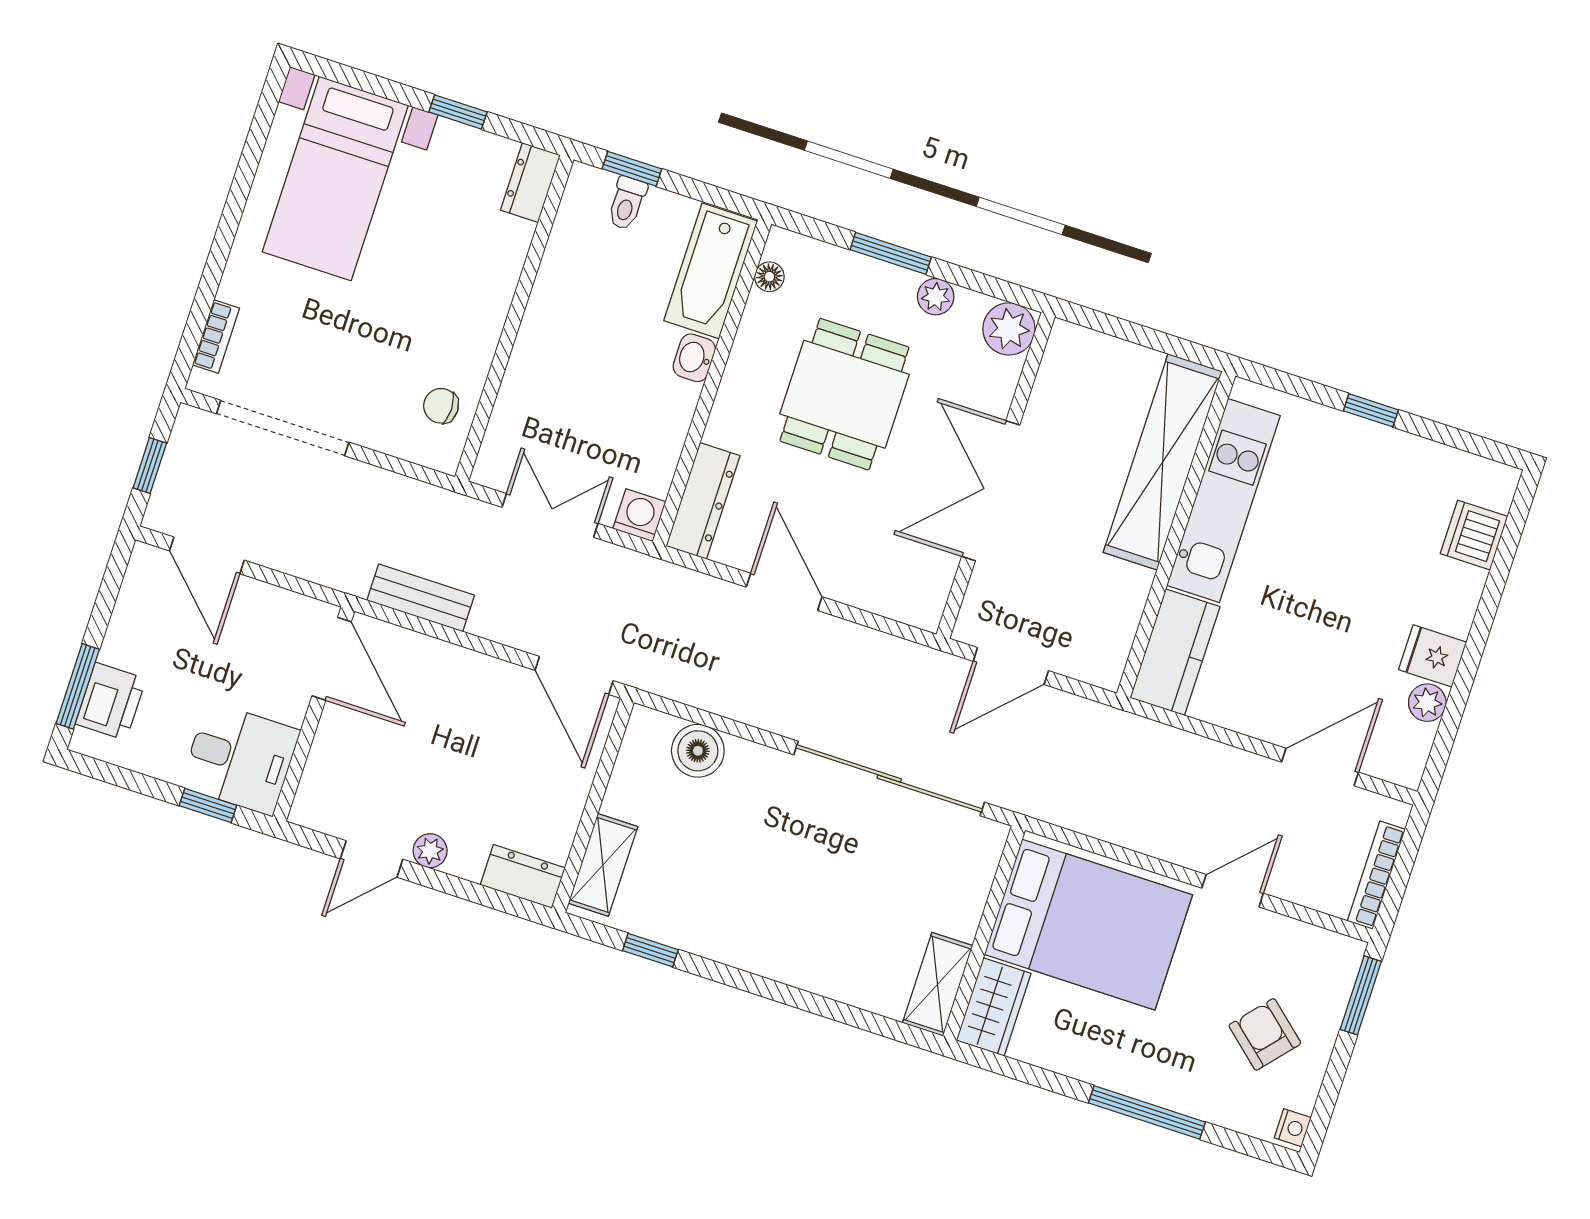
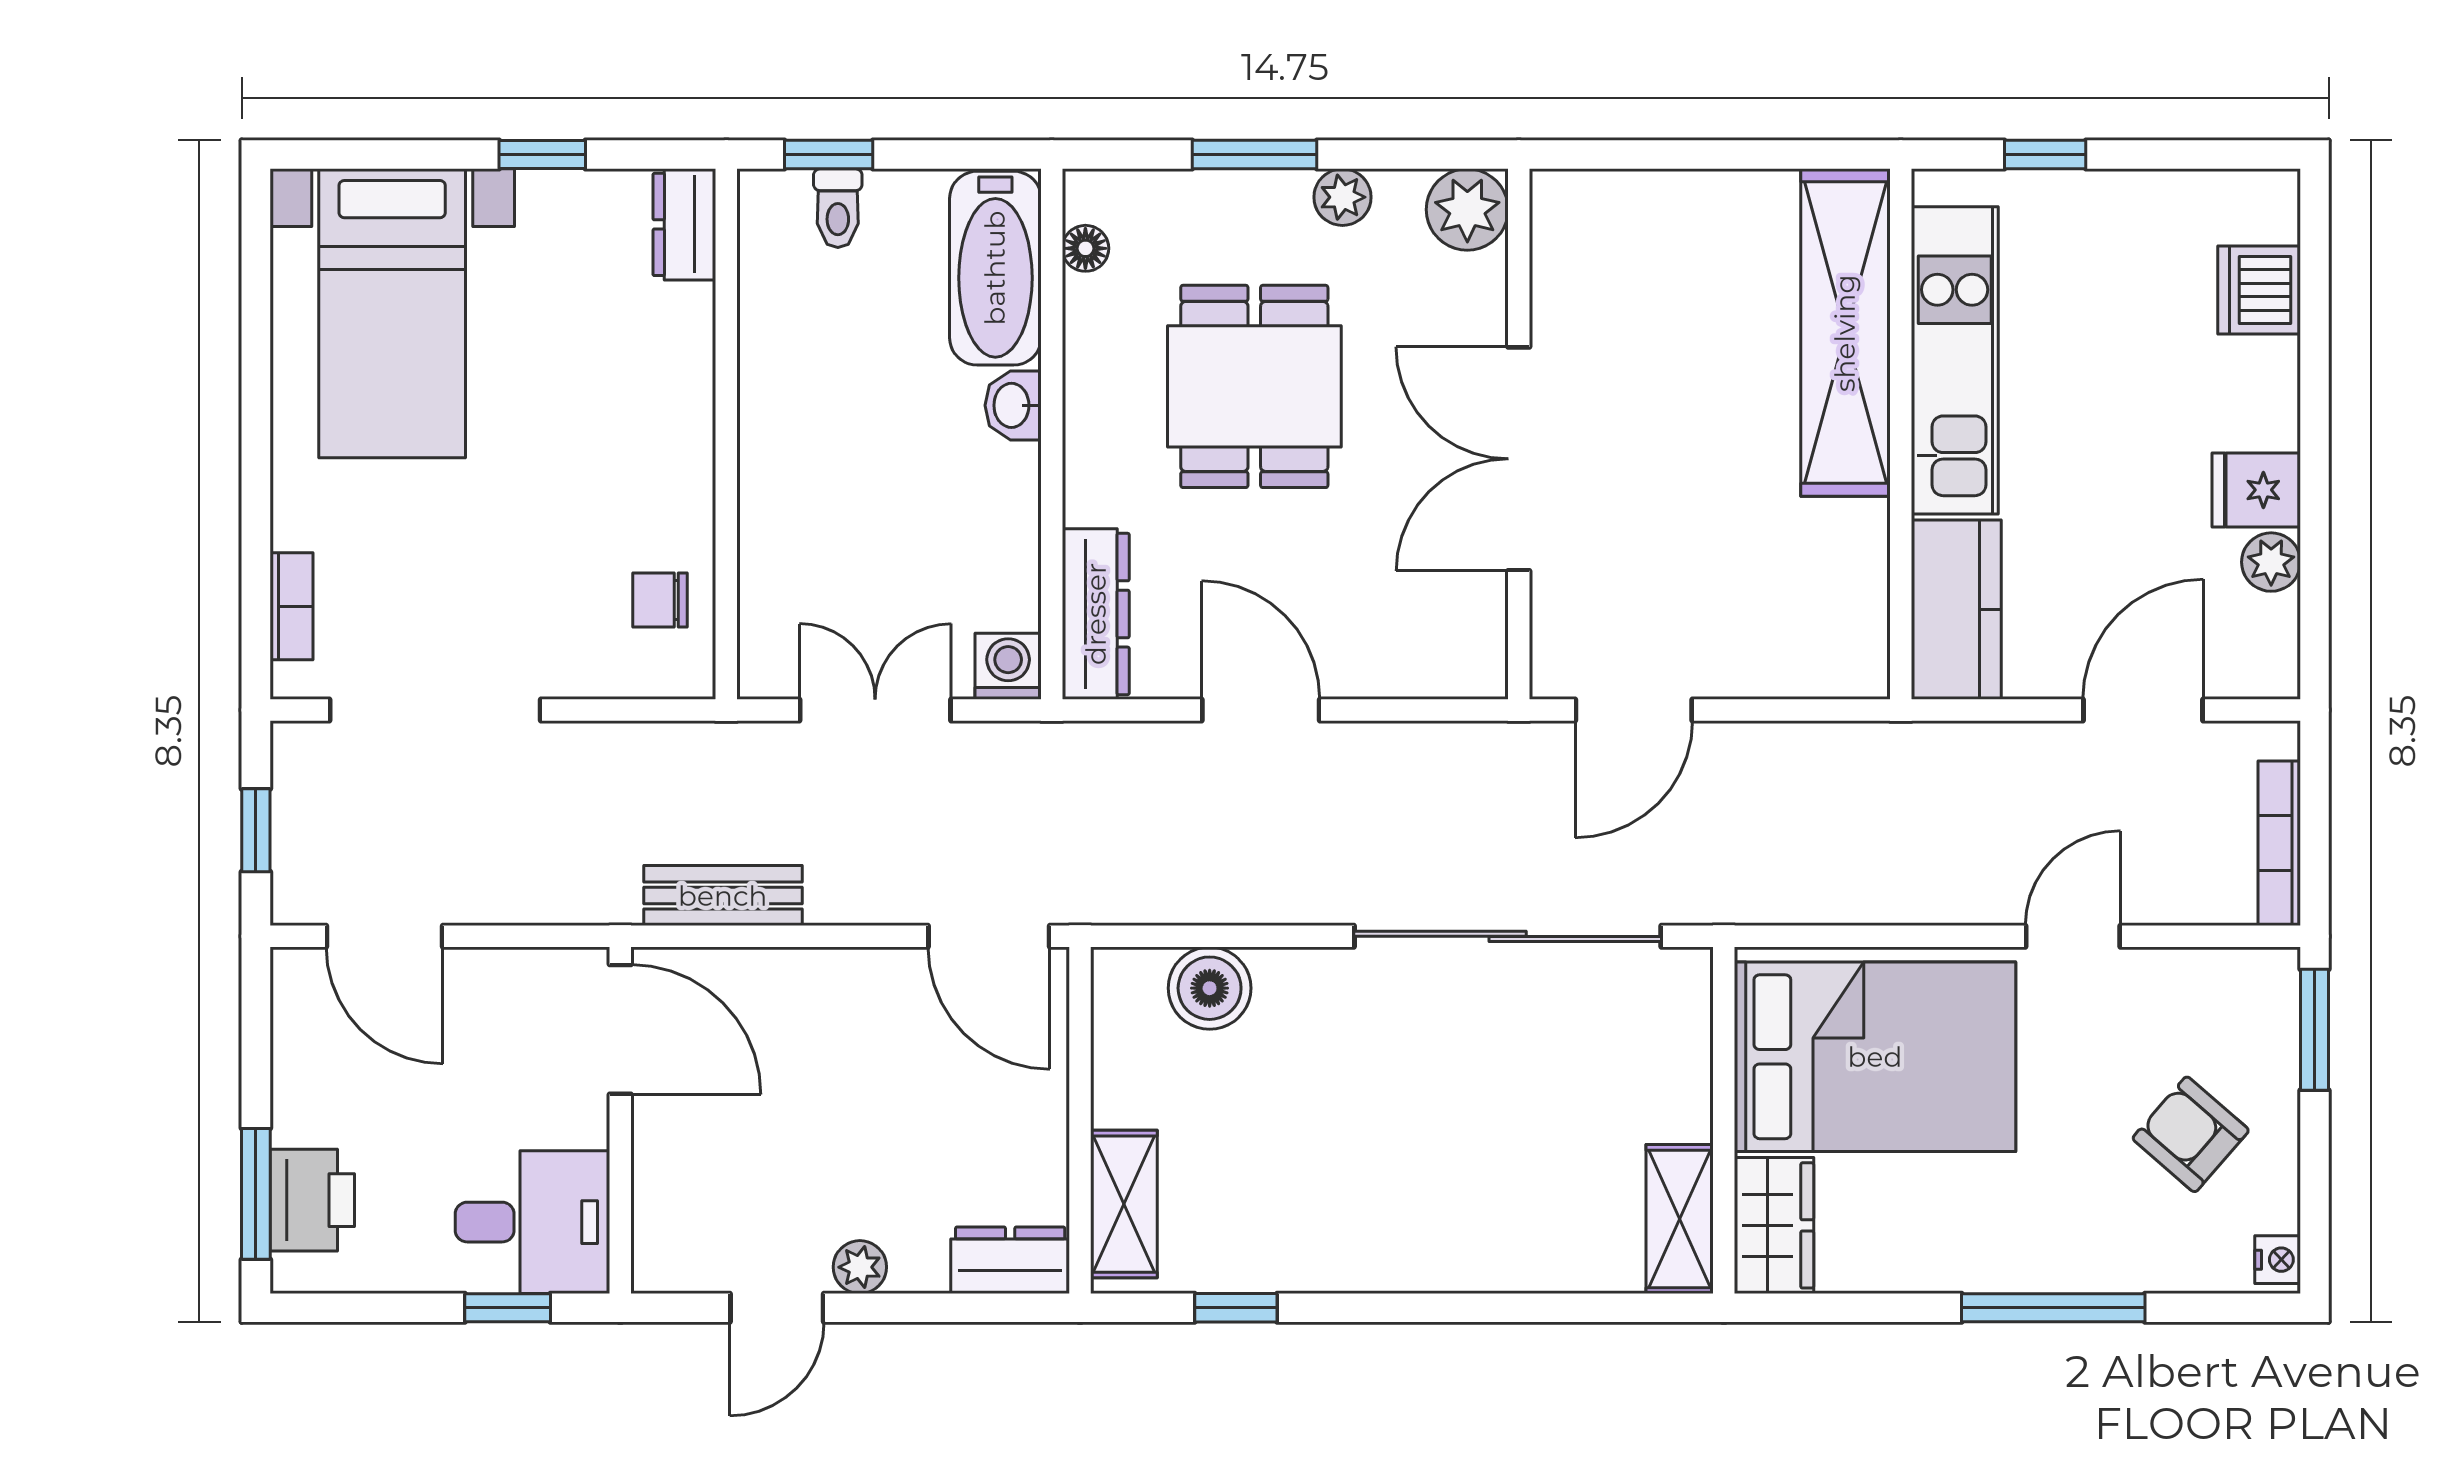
shelving: (1163, 462) -> (1845, 333), moved
kitchen unit: (1224, 501) -> (1955, 360), moved
wall: (1176, 535) -> (1901, 434), moved
kitchen counter: (1175, 652) -> (1956, 610), moved

